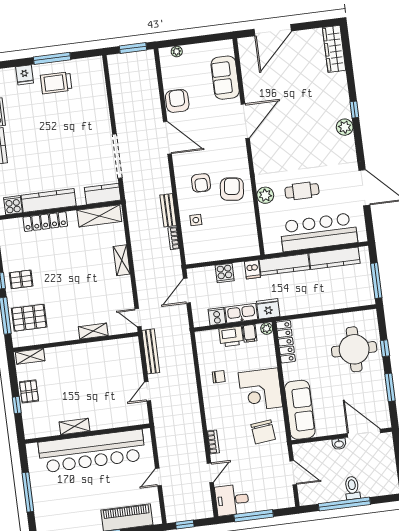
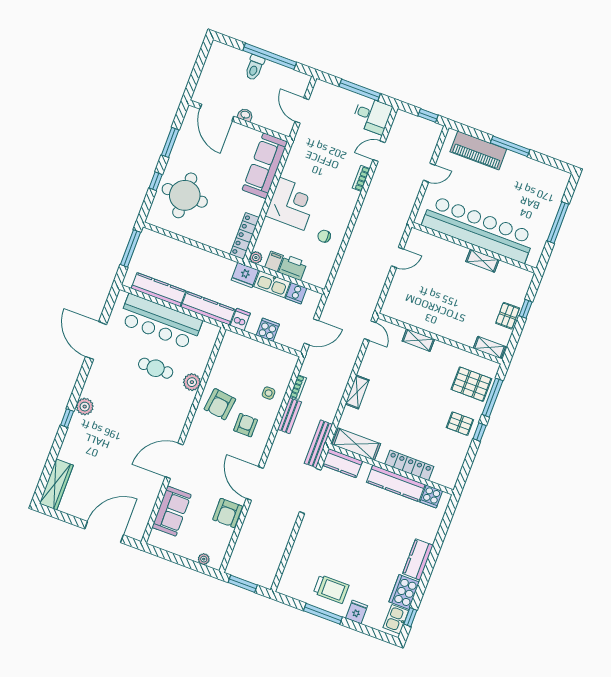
bench: (151, 351) -> (318, 444), moved
chair: (263, 432) -> (310, 163), removed

